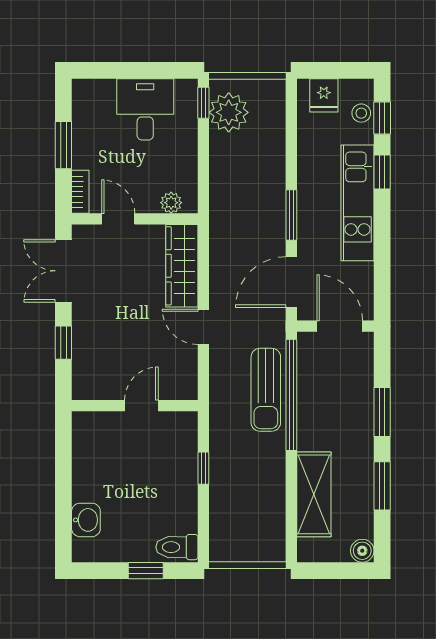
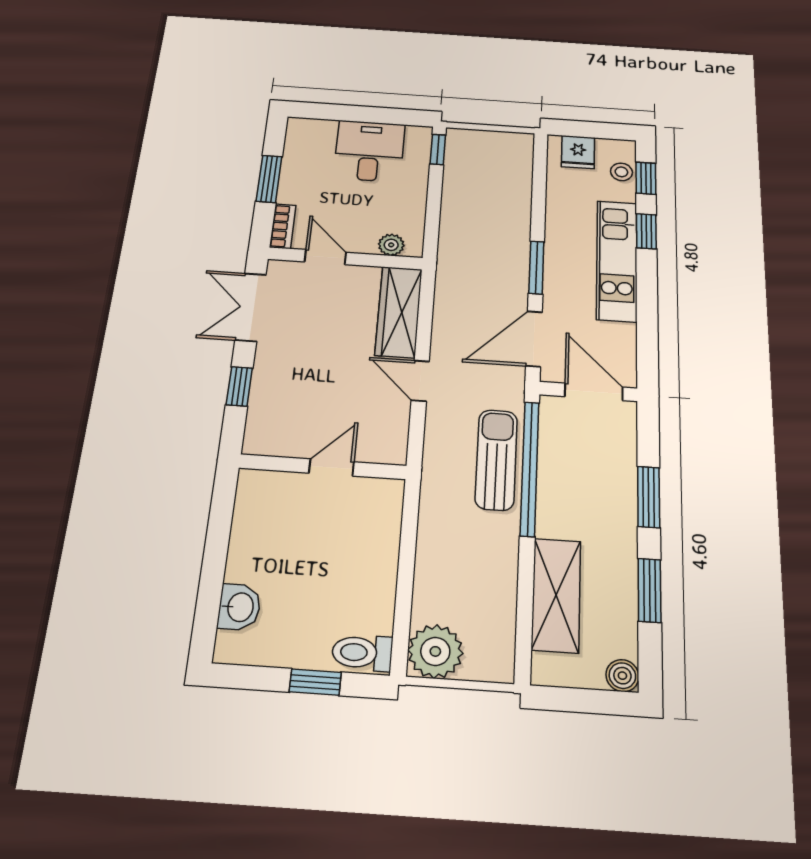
plant: (229, 112) -> (435, 651), moved
sun lounger: (266, 390) -> (496, 460), turned 180
window: (203, 468) -> (407, 551), removed

